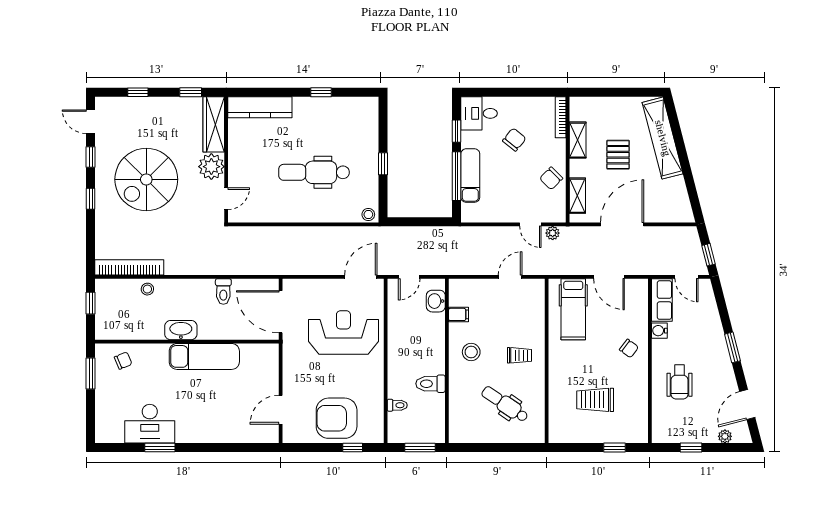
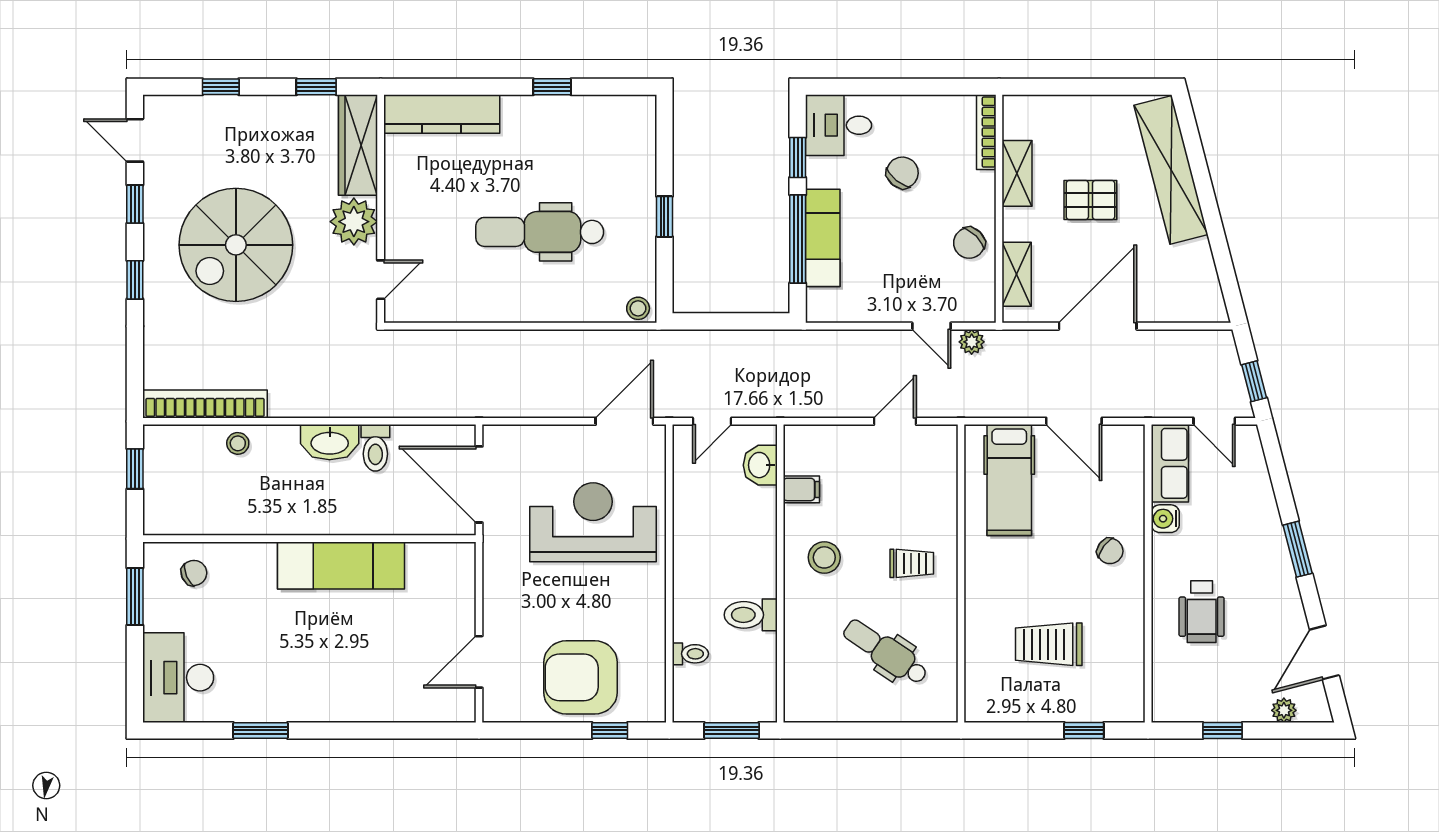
pallet: (618, 155) -> (1090, 200), turned 90
washbasin: (181, 330) -> (330, 442), moved, turned 180
desk: (150, 424) -> (178, 678), moved, turned 90

